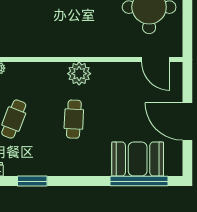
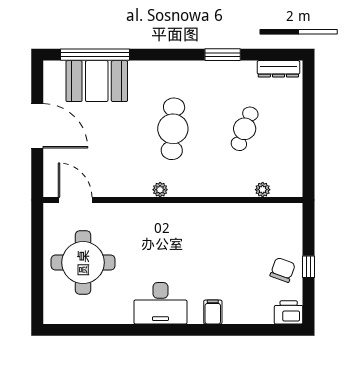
plant: (79, 74) -> (160, 190), width x0.53, depth x0.53
cafe table: (74, 119) -> (173, 129), width x1.37, depth x1.35

